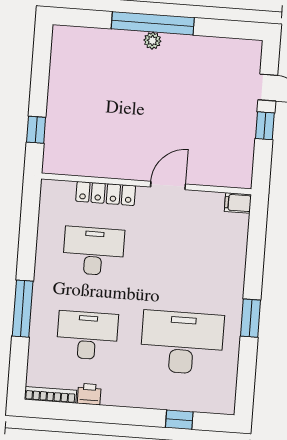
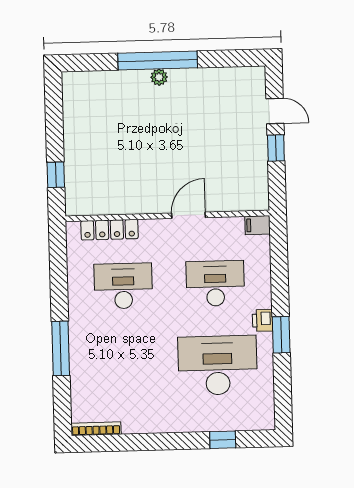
locker: (106, 193) -> (110, 230), moved
desk: (87, 335) -> (215, 283), moved
printer: (89, 394) -> (263, 320), moved, turned -90

